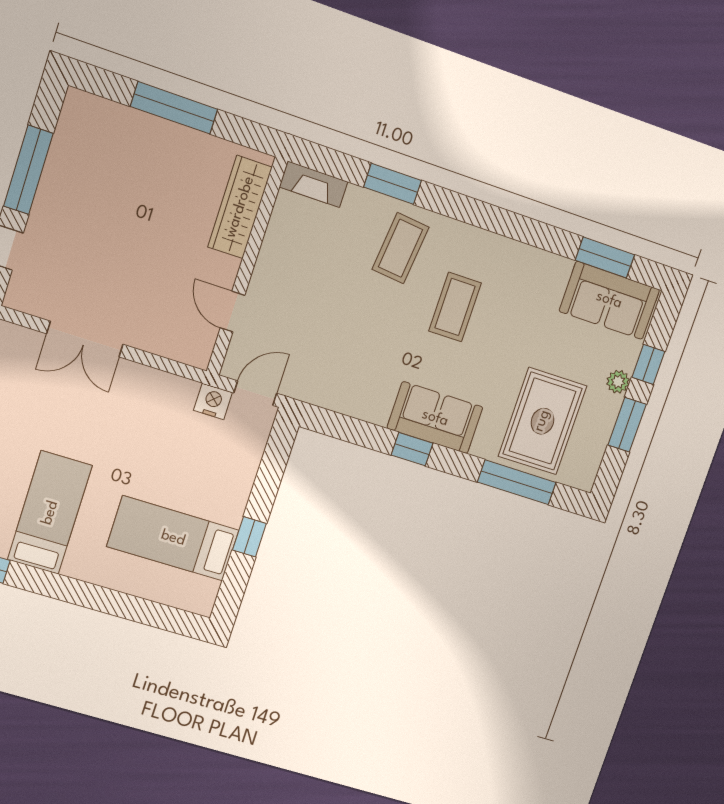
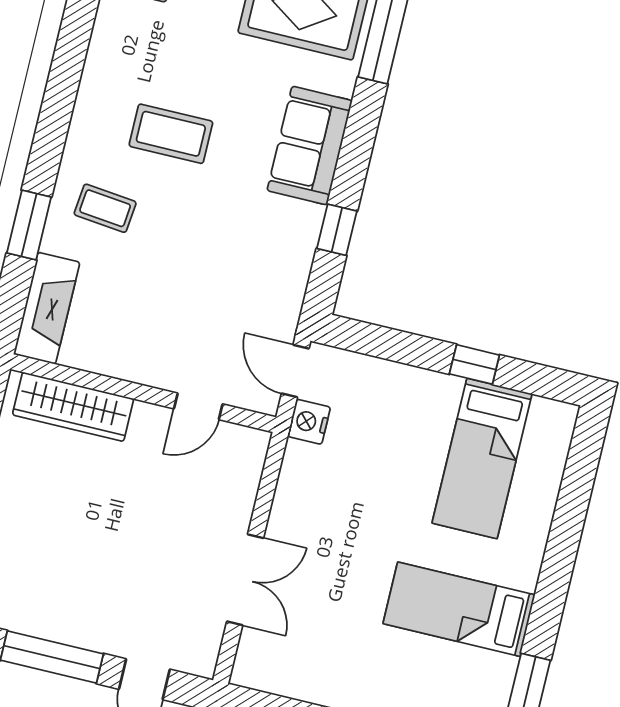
fireplace: (314, 184) -> (47, 308), width x1.37, depth x1.32
coffee table: (400, 248) -> (105, 208), width x0.73, depth x0.77
window: (412, 449) -> (337, 230), moved

